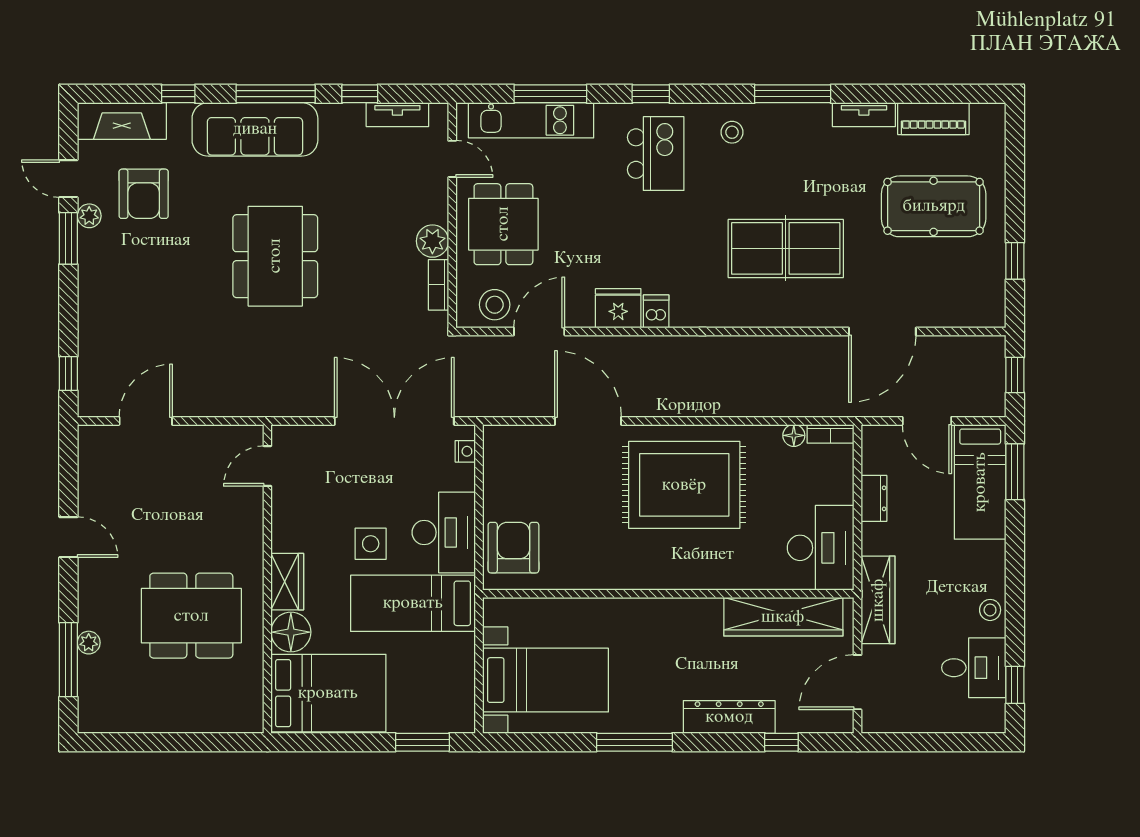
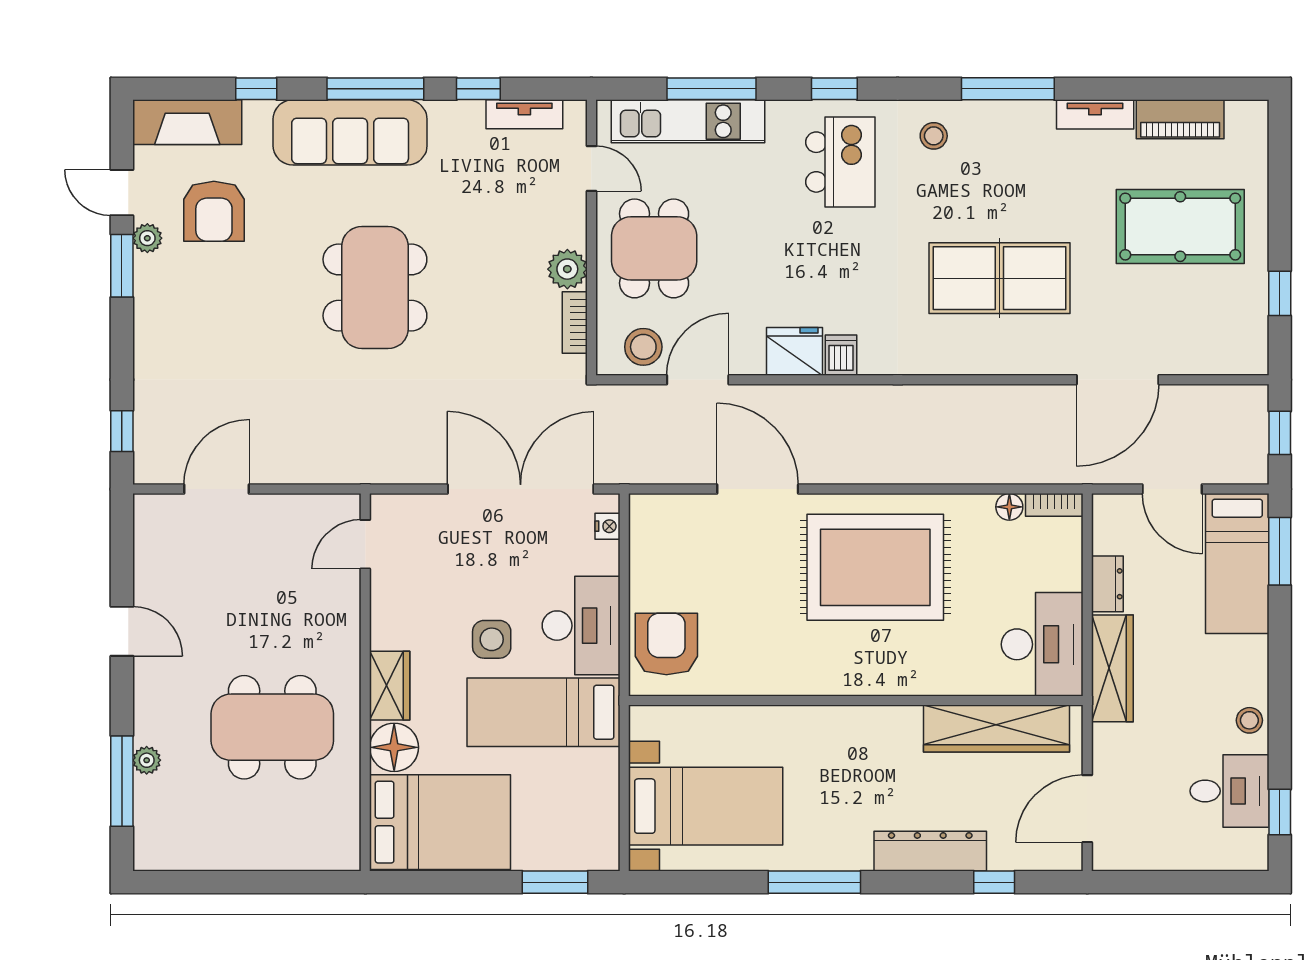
wardrobe: (878, 600) -> (1112, 668), moved

